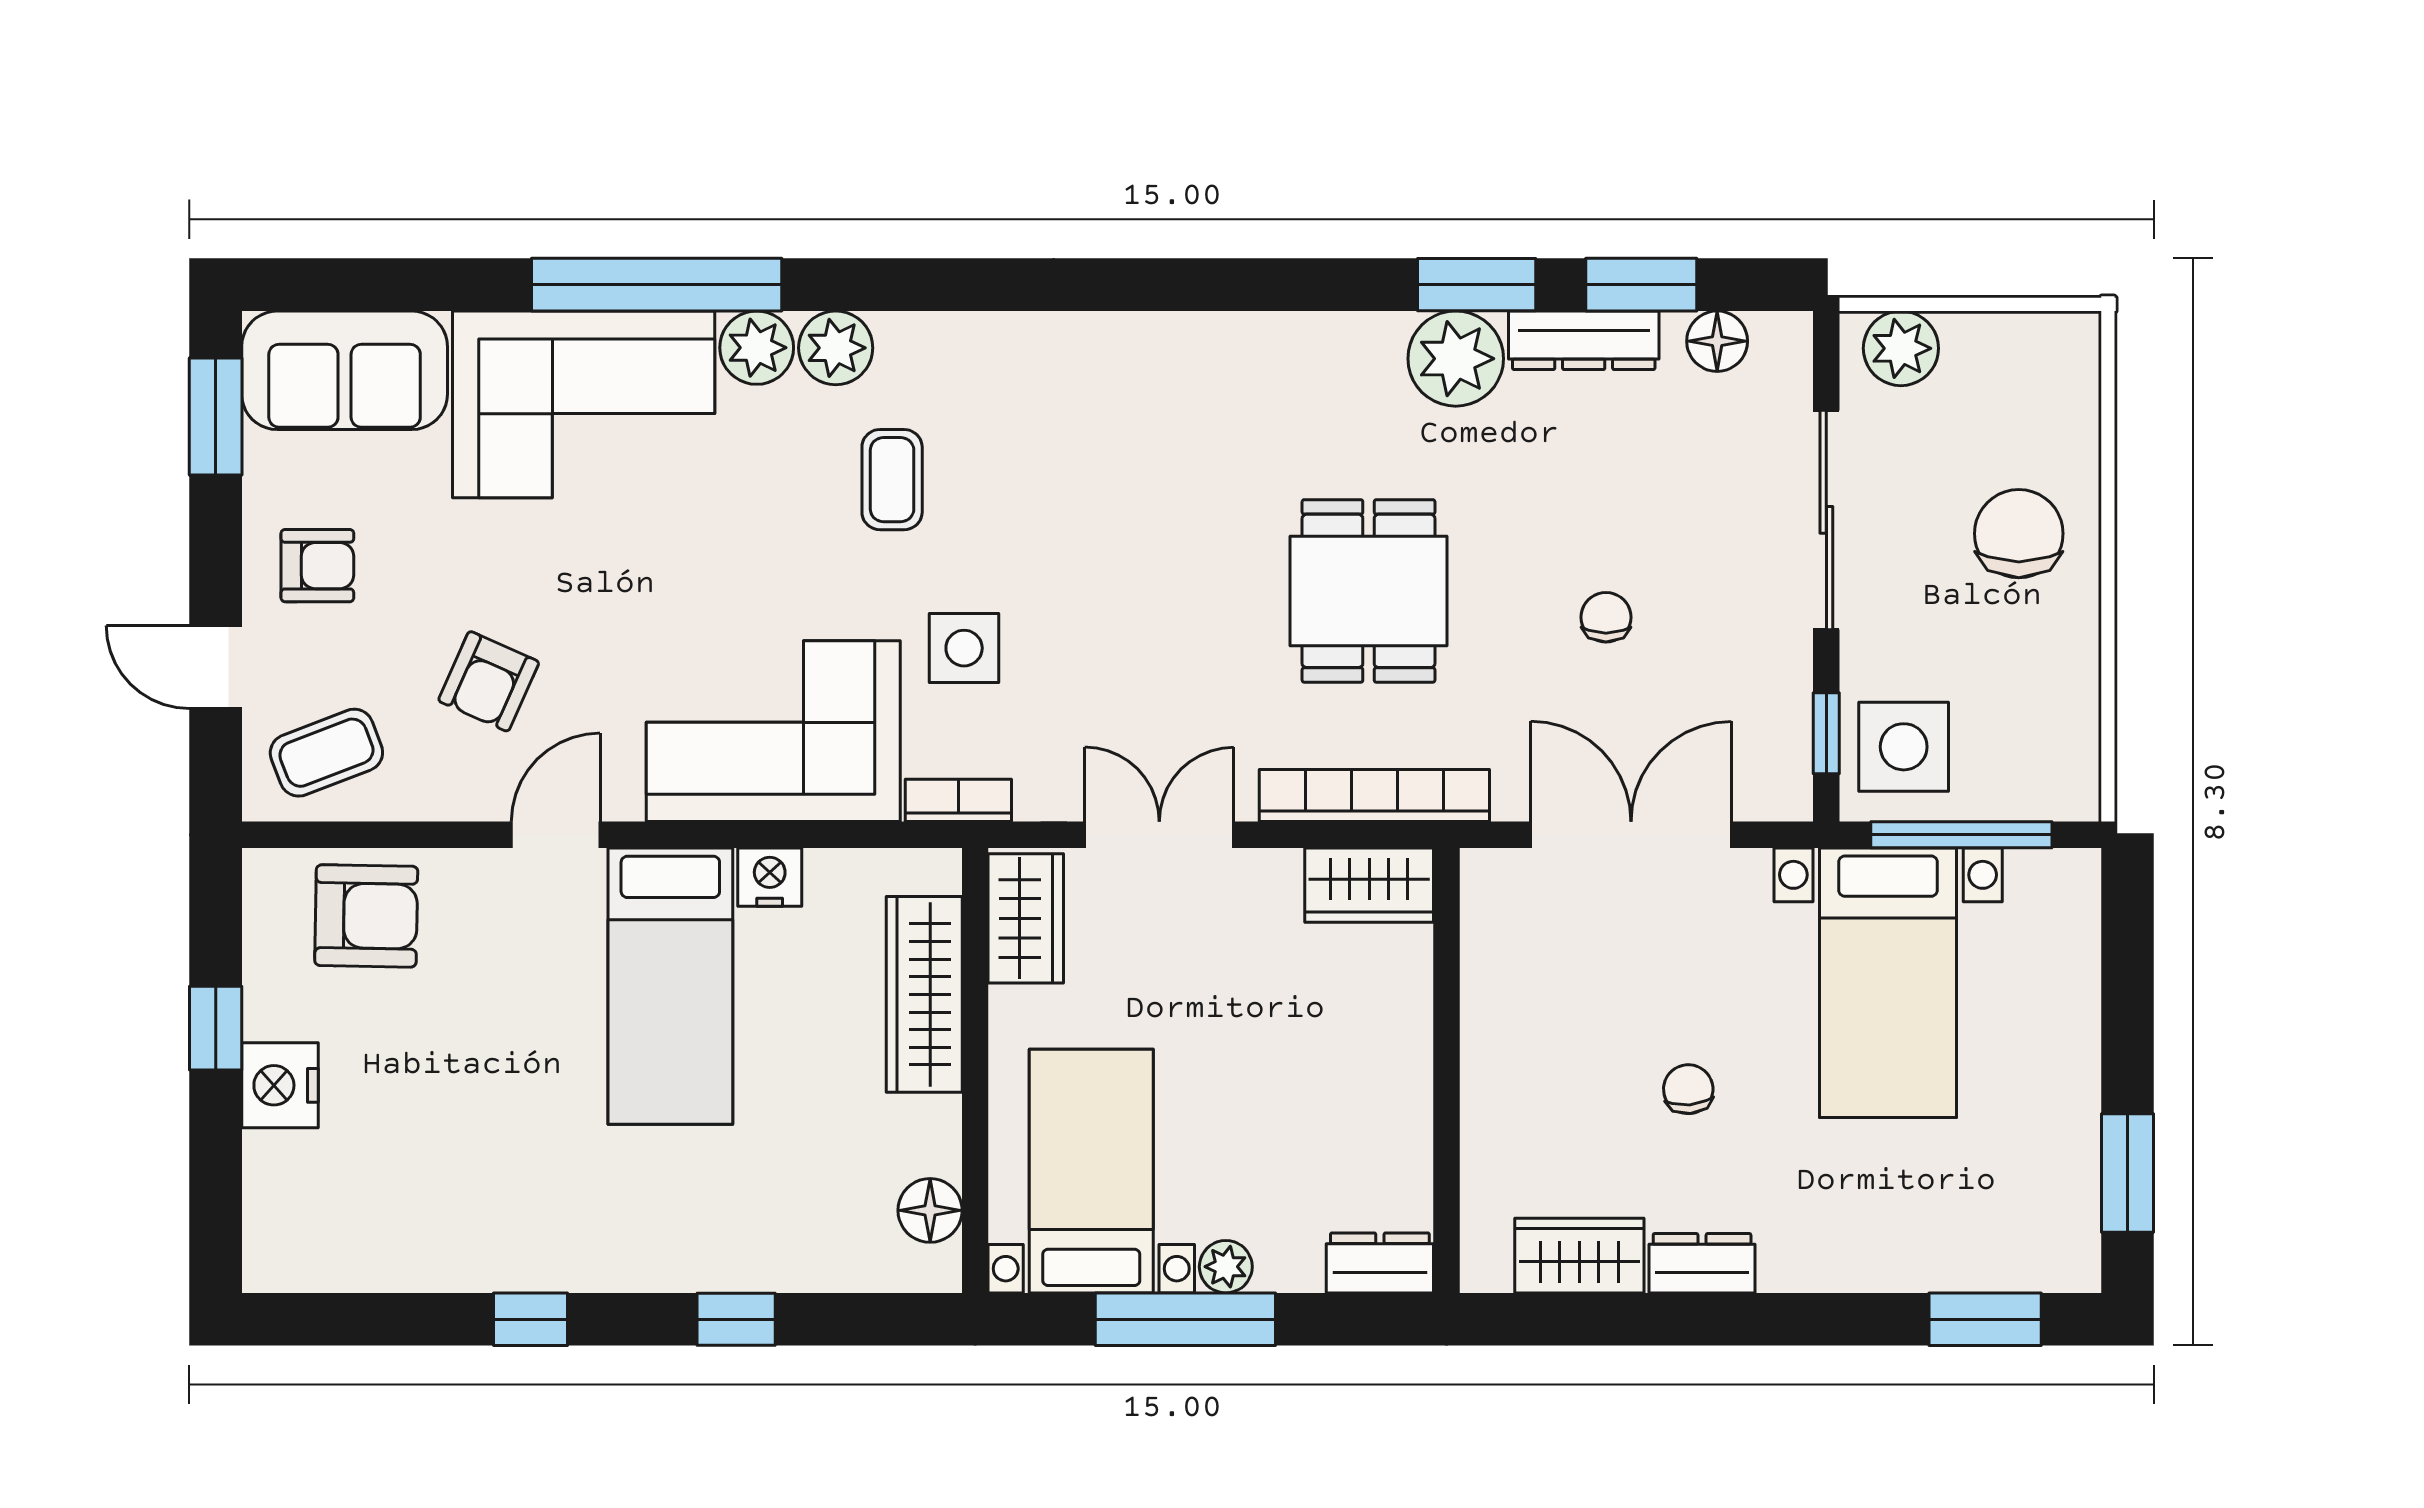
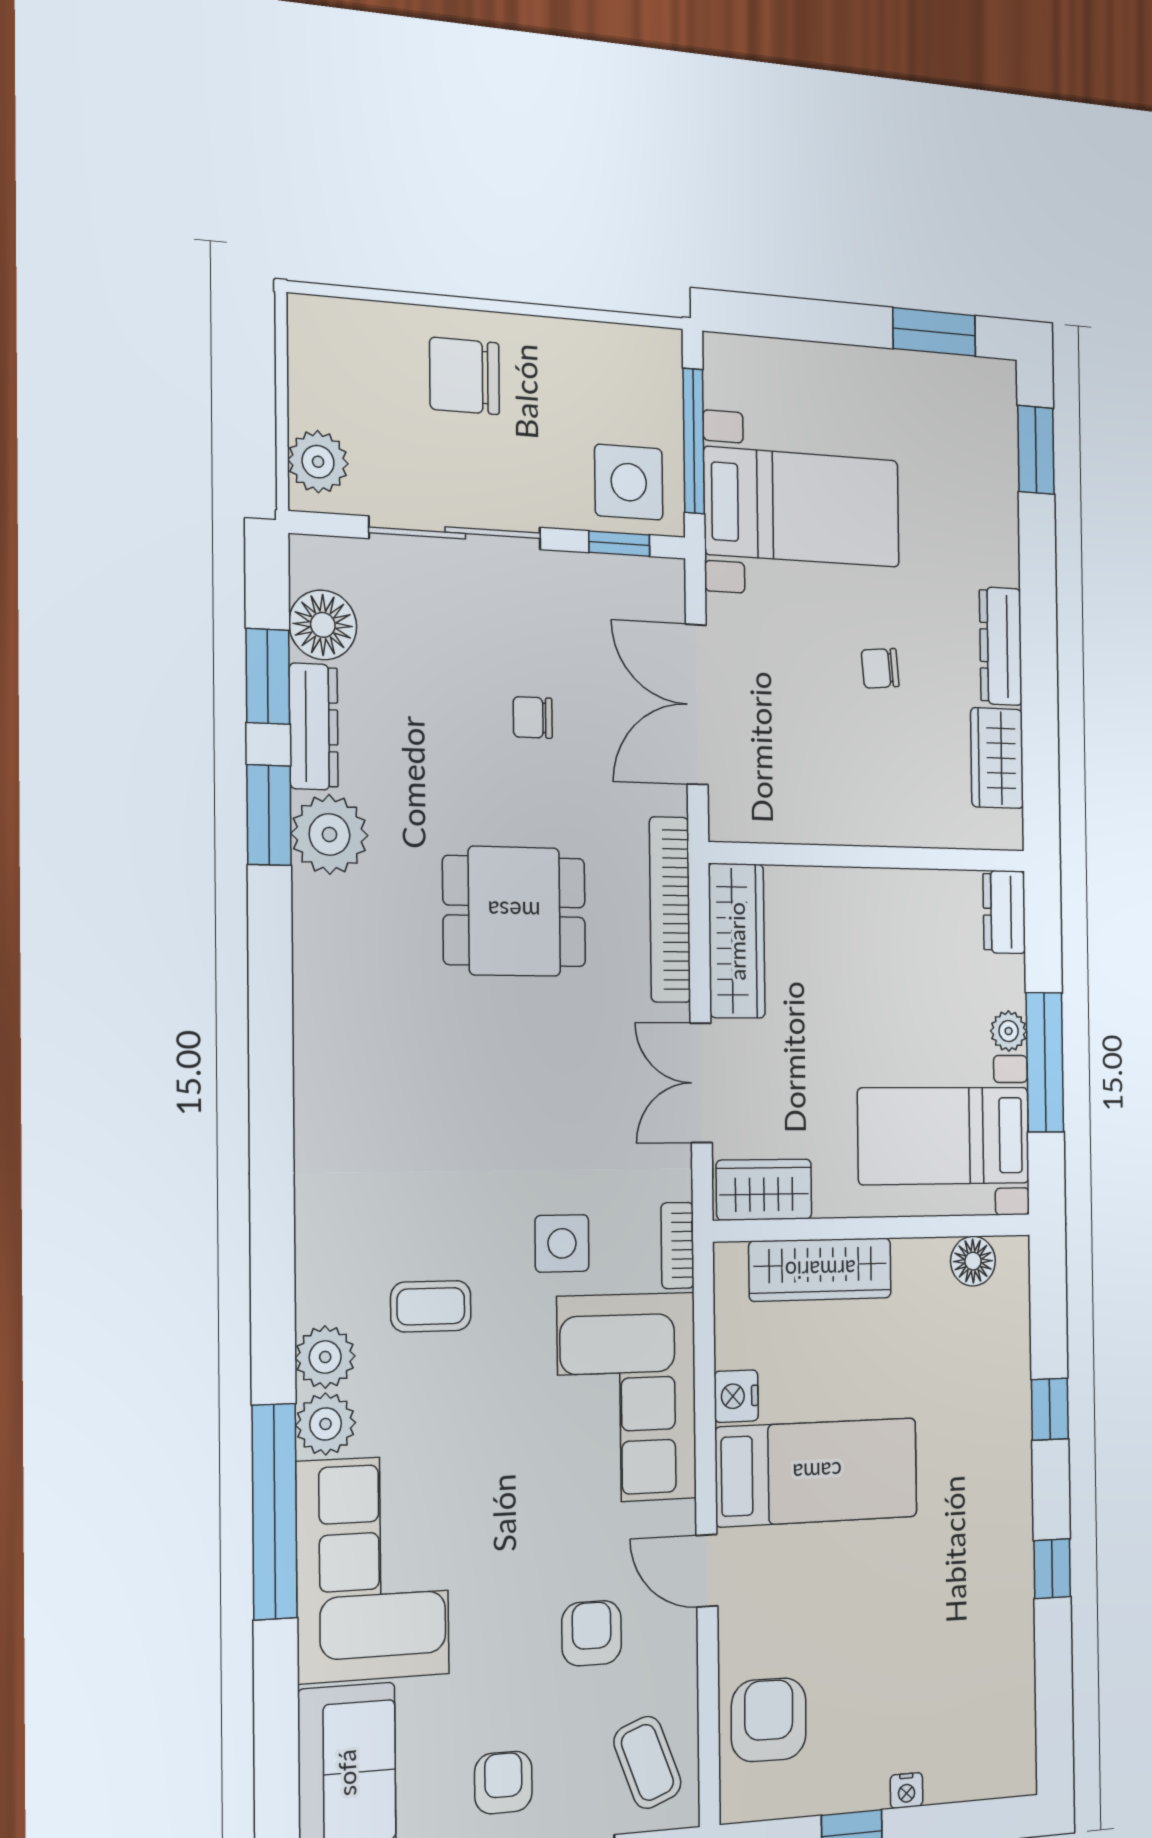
floor lamp: (1717, 341) -> (323, 625), width x1.38, depth x1.38
armchair: (489, 681) -> (592, 1633), turned -114
wardrobe: (1369, 885) -> (737, 941), width x1.50
nightstand: (280, 1085) -> (906, 1790), width x0.53, depth x0.56
dresser: (1702, 1263) -> (1001, 646), width x1.44

